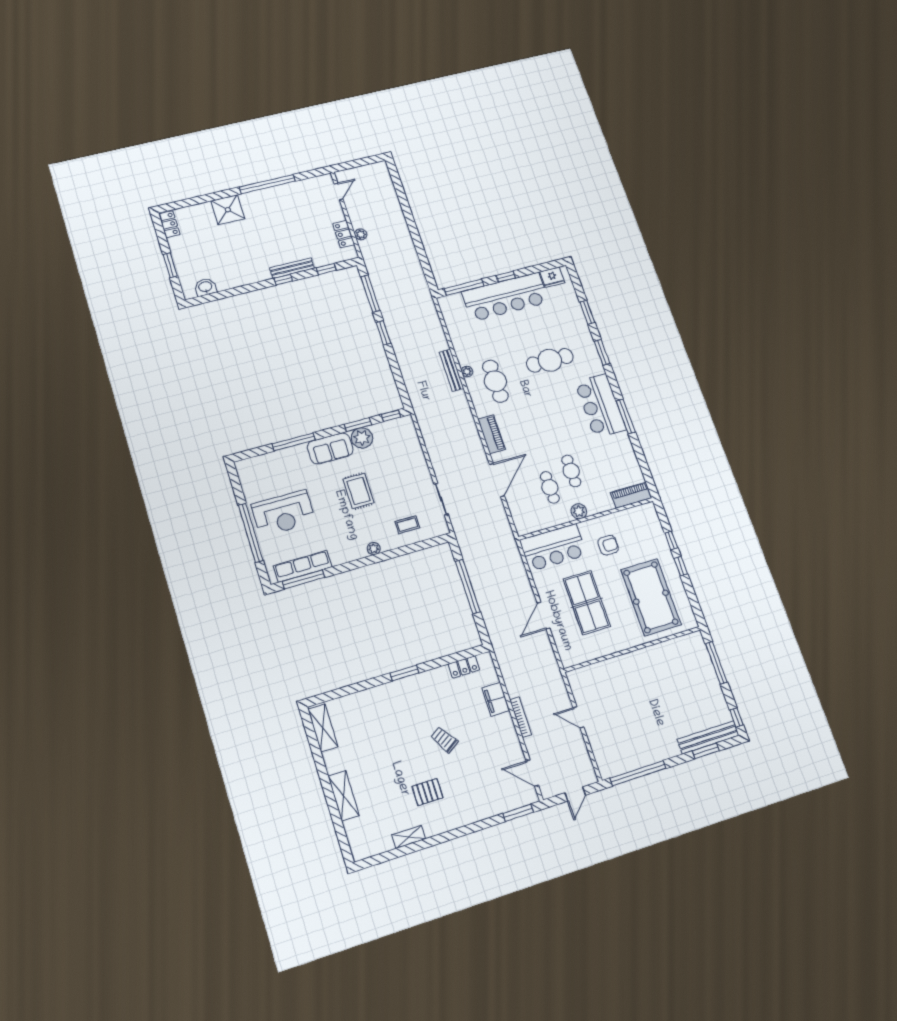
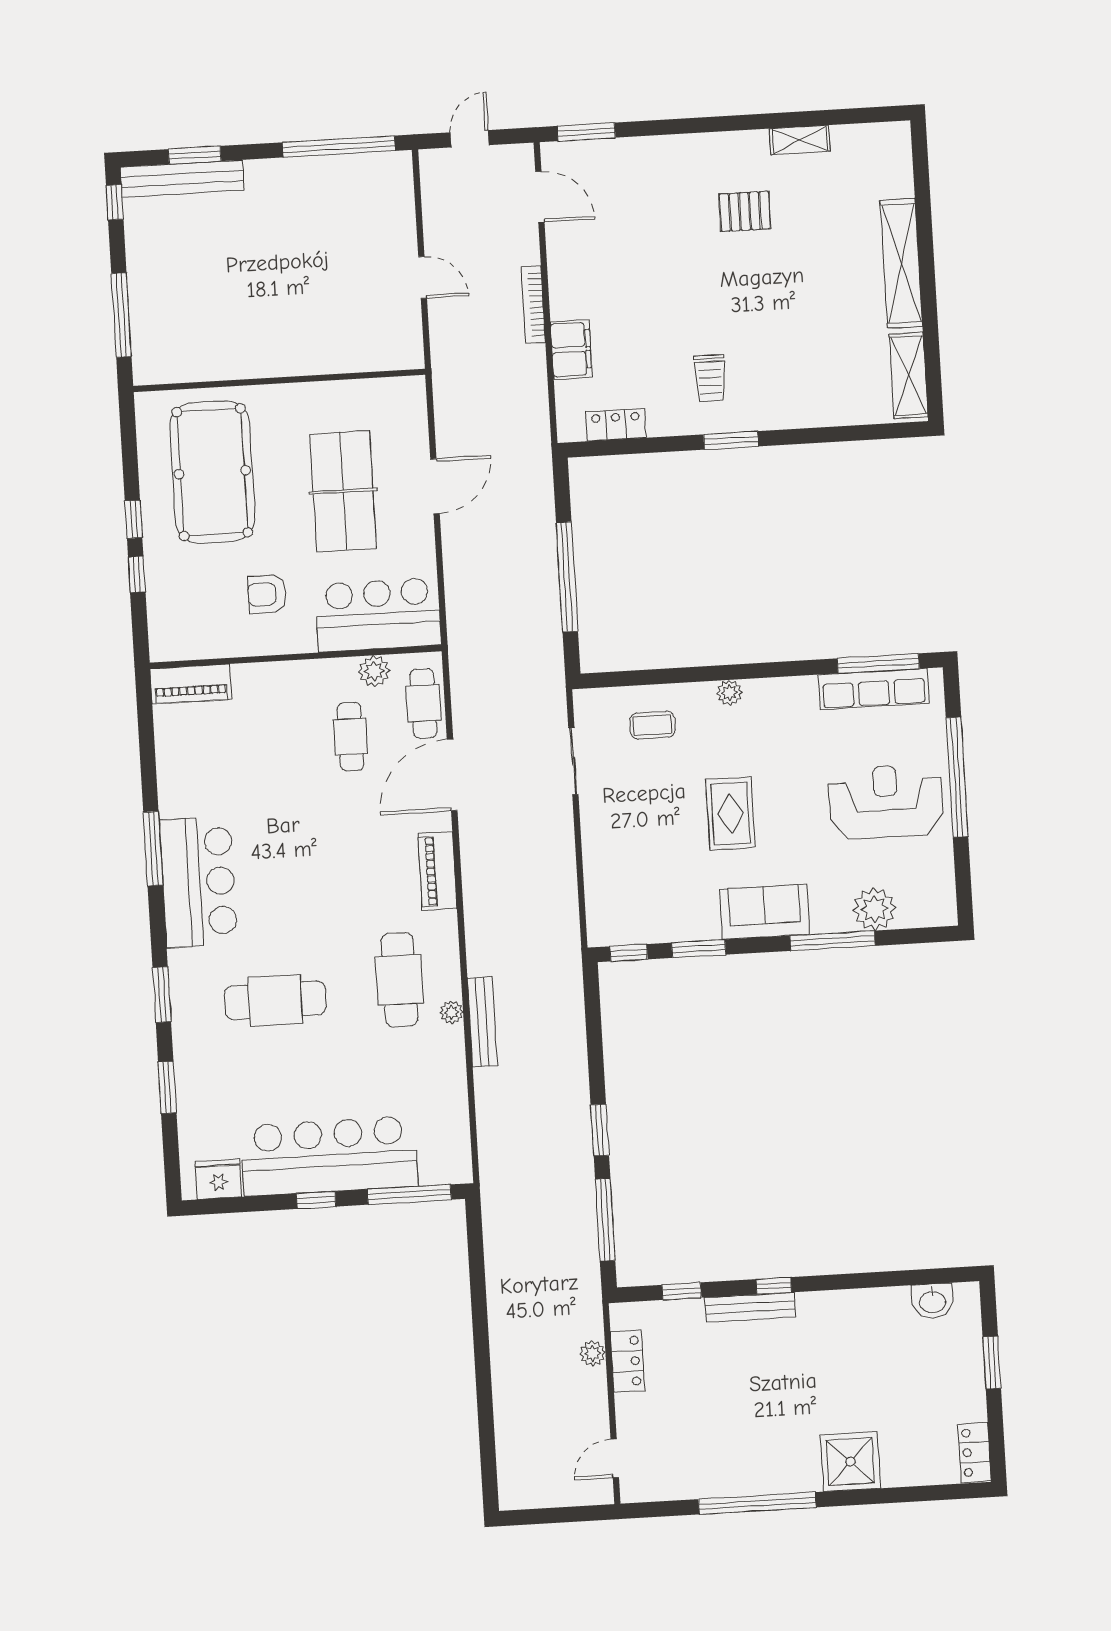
plant: (362, 438) -> (874, 909), moved
cafe table: (571, 471) -> (423, 703), moved
plant: (579, 511) -> (374, 671), moved
trolley: (444, 740) -> (710, 378), moved, turned 33
shelving: (344, 796) -> (901, 263), width x1.47

